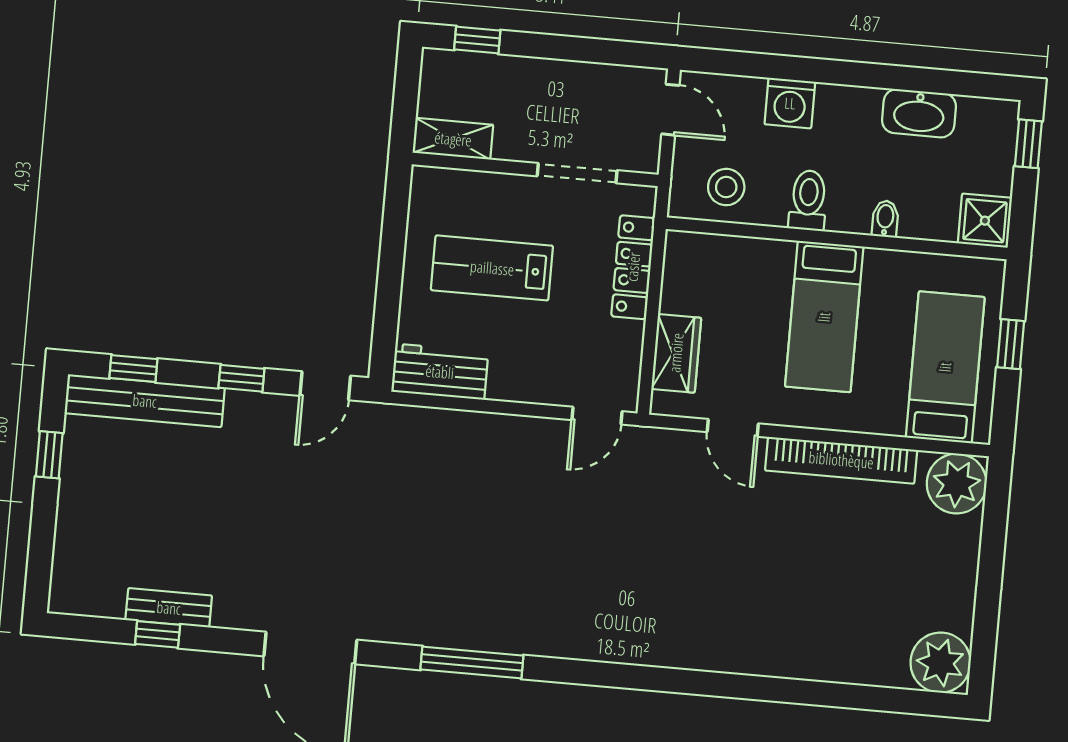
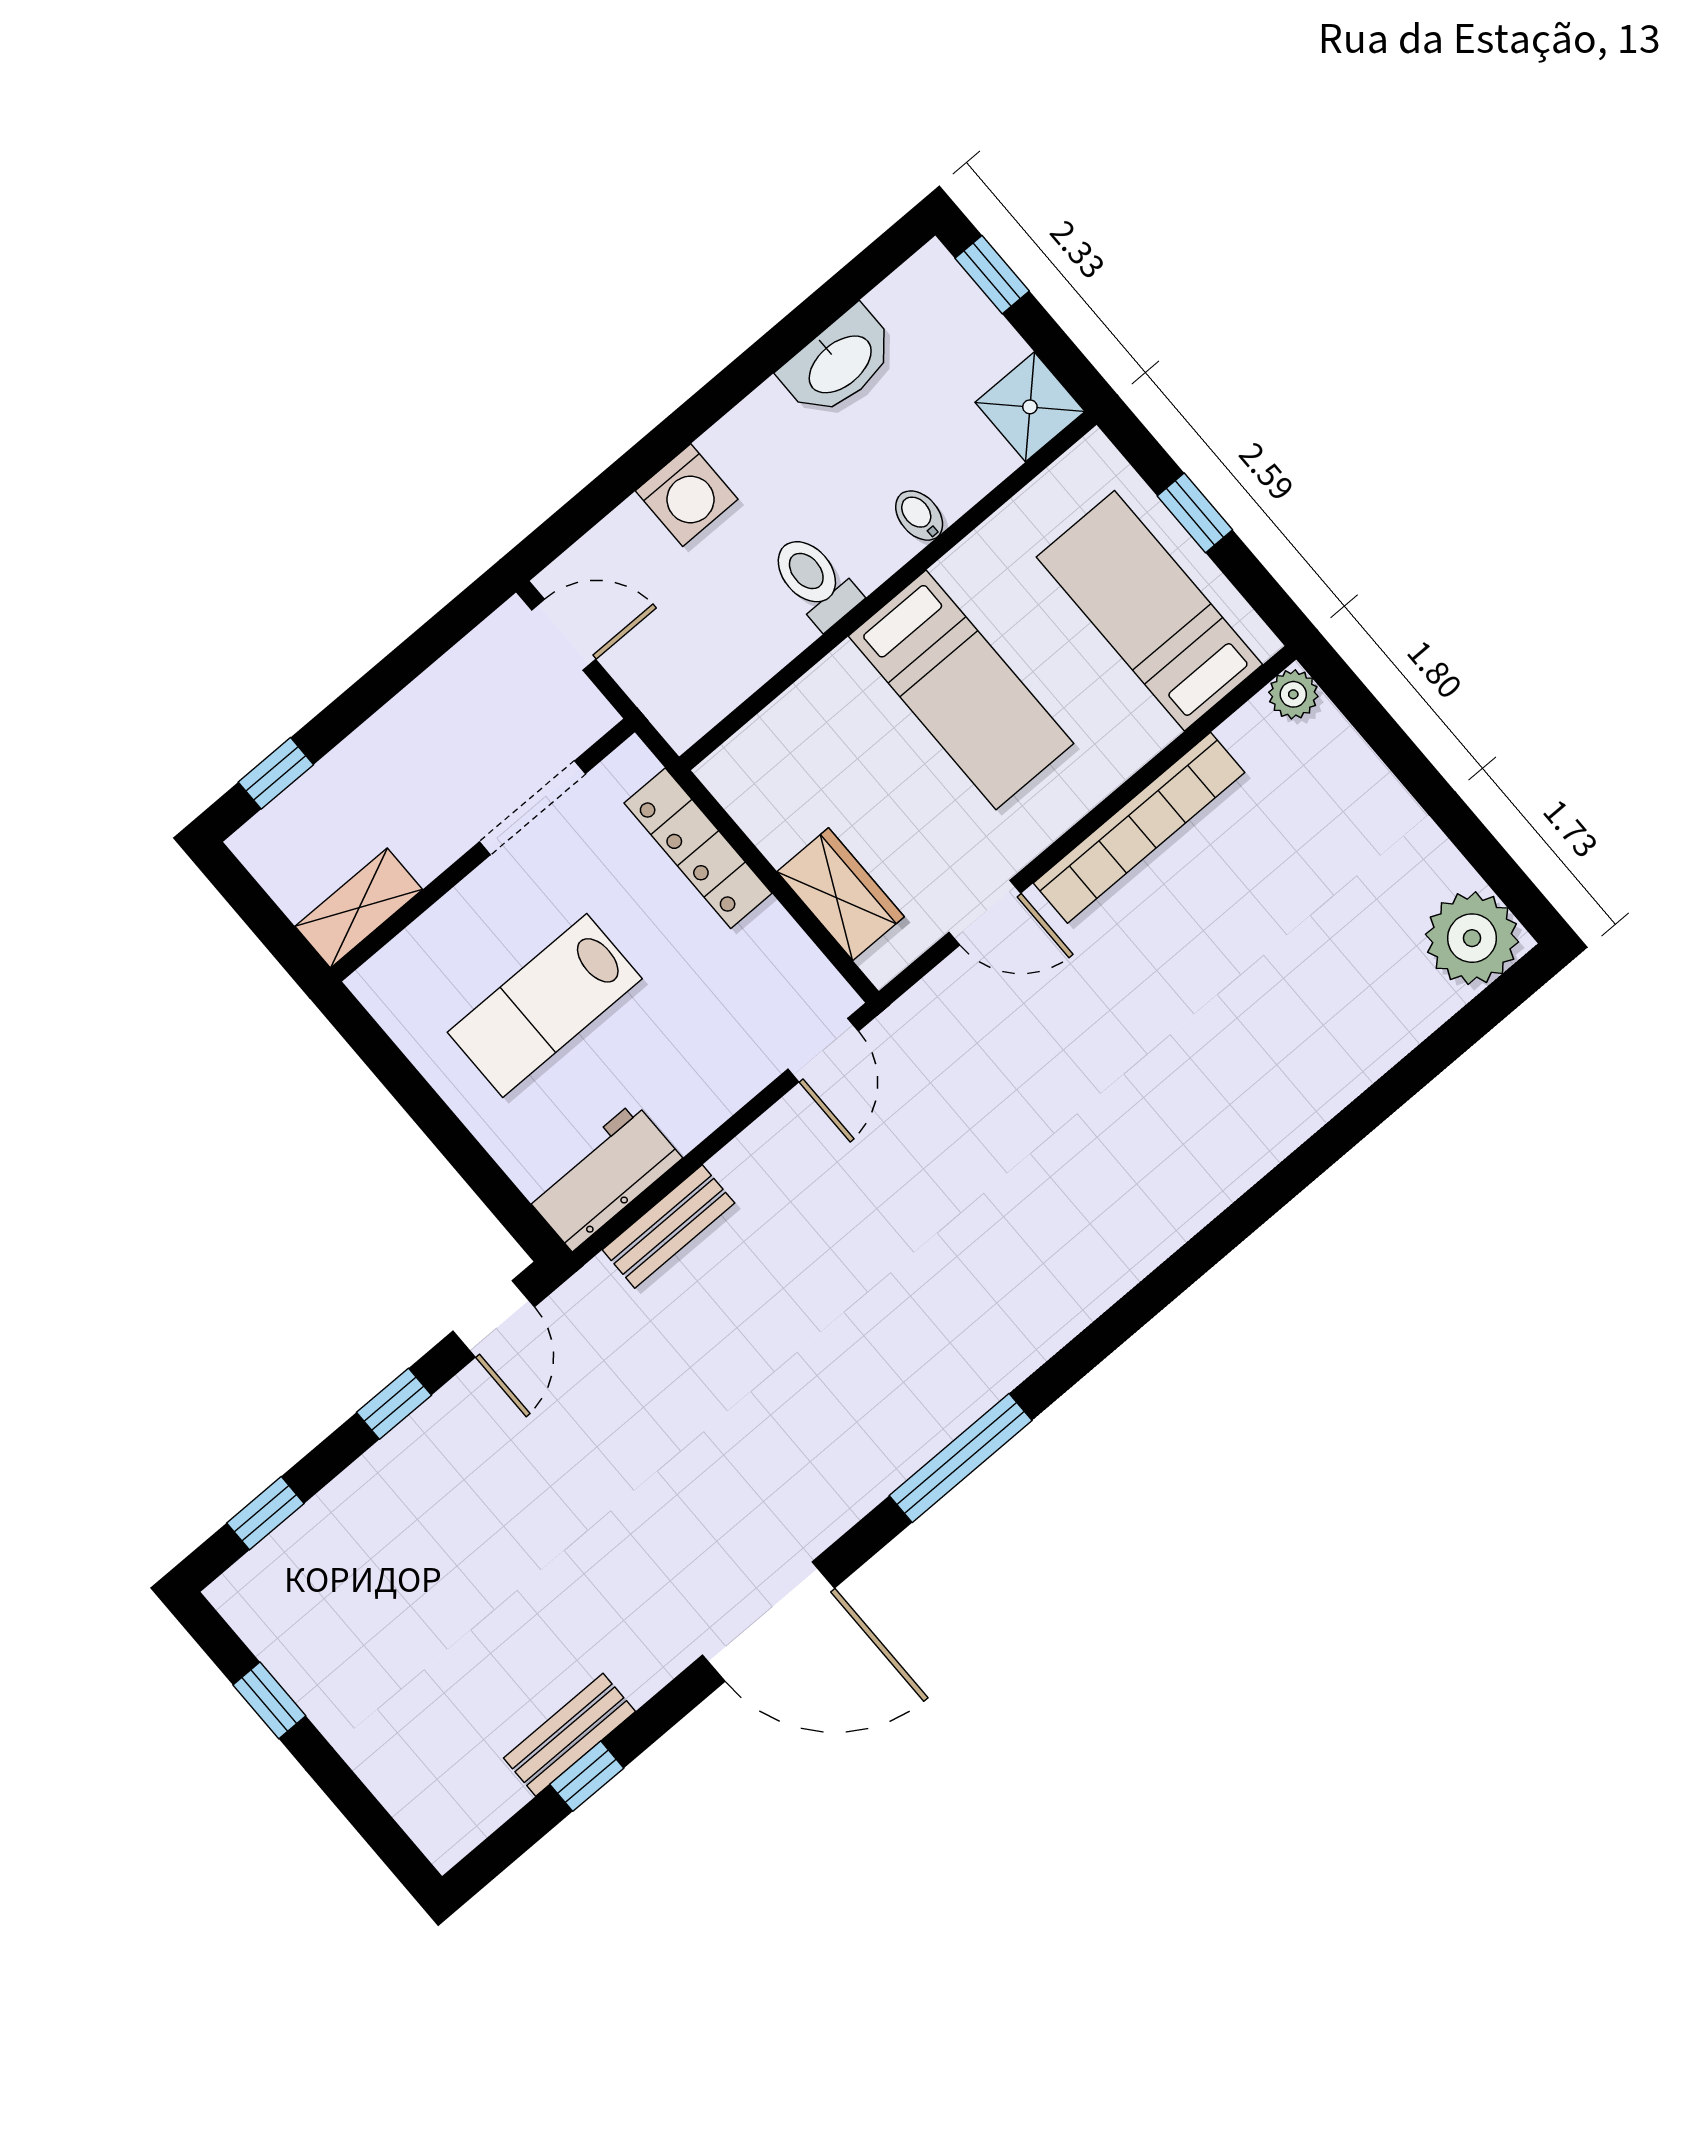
stool: (726, 187) -> (710, 657), removed
bench: (145, 401) -> (668, 1226), moved, width x0.54, depth x0.82
plant: (957, 484) -> (1293, 694), width x0.53, depth x0.53

